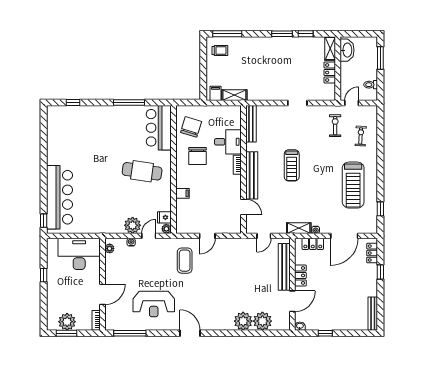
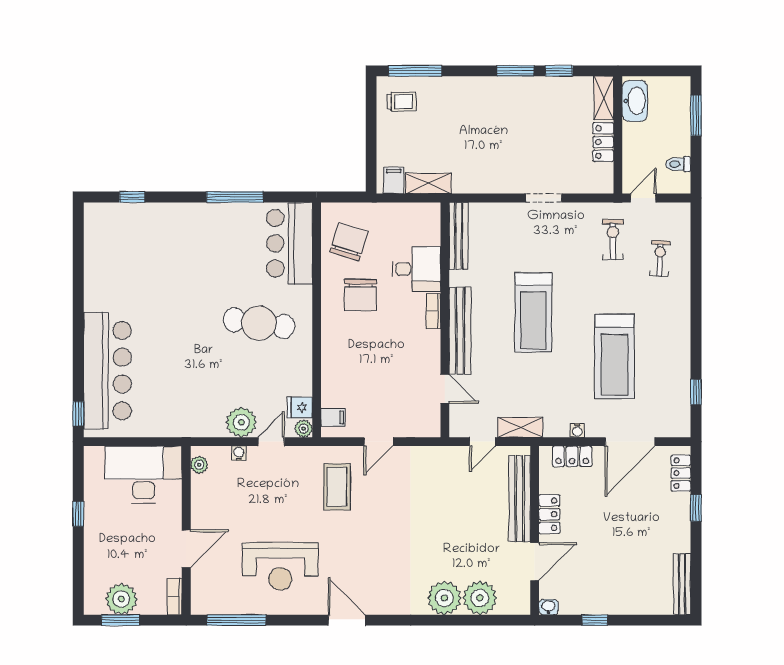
treadmill: (292, 165) -> (533, 312), width x1.37, depth x1.38
treadmill: (353, 185) -> (615, 356), moved
filing cabinet: (182, 193) -> (333, 417), moved
shelving: (299, 228) -> (520, 427), moved

